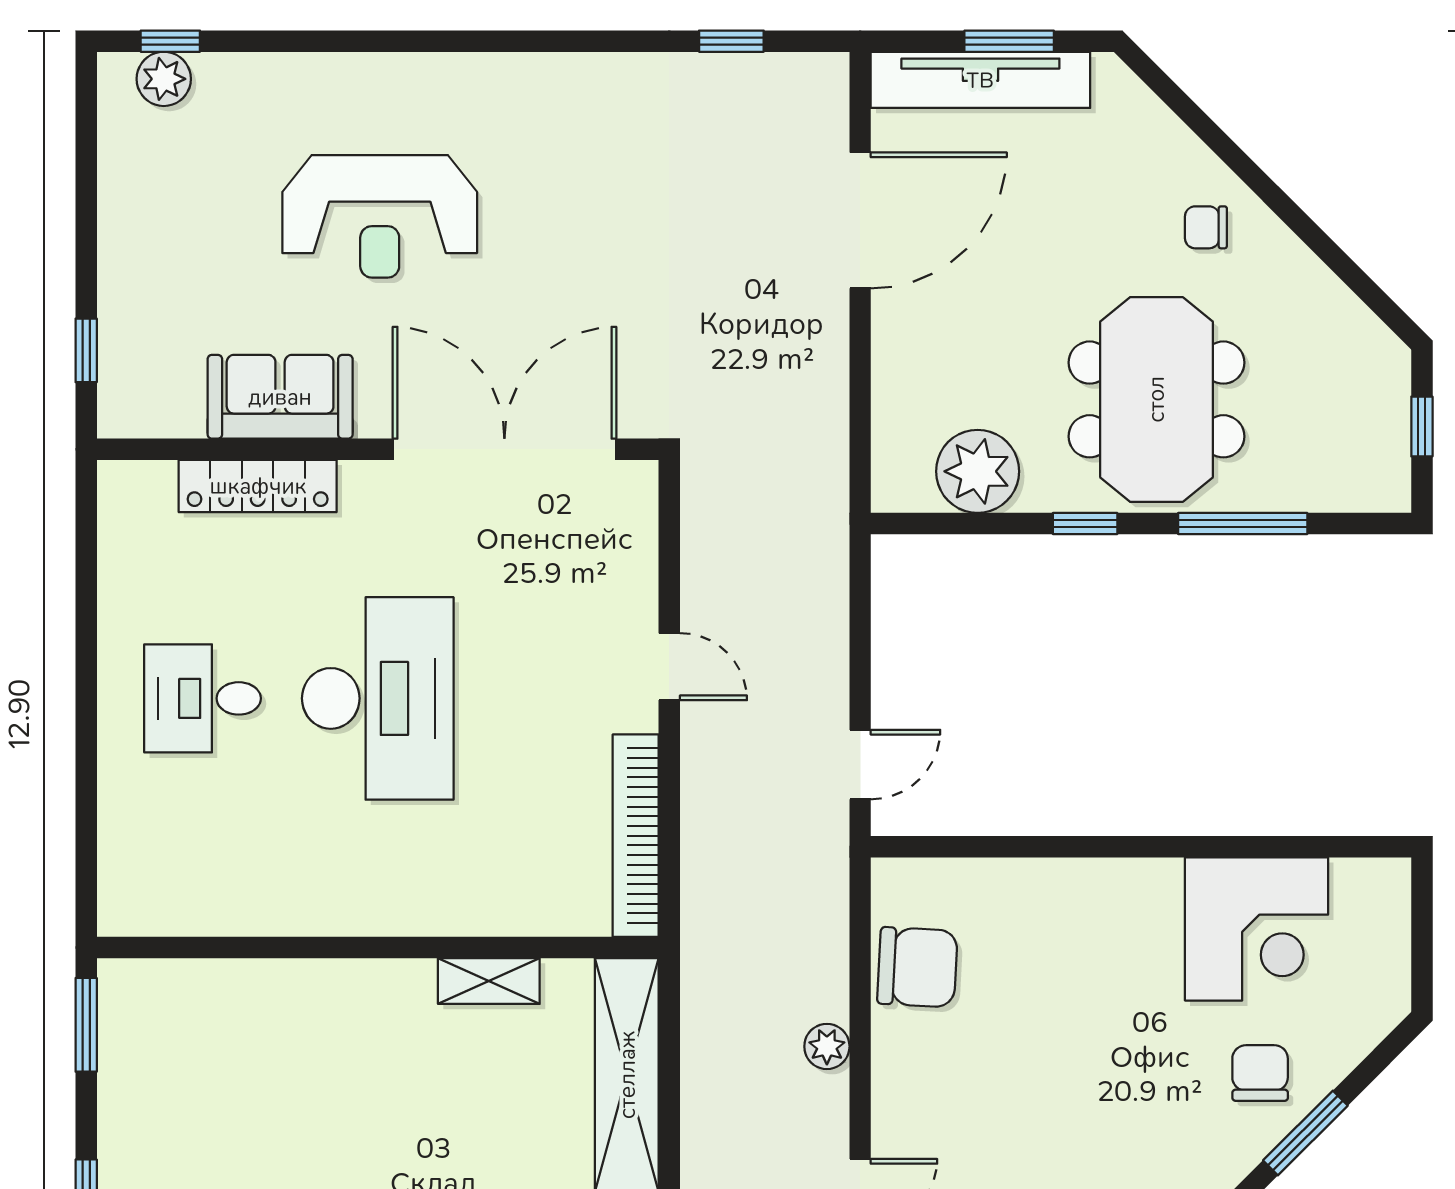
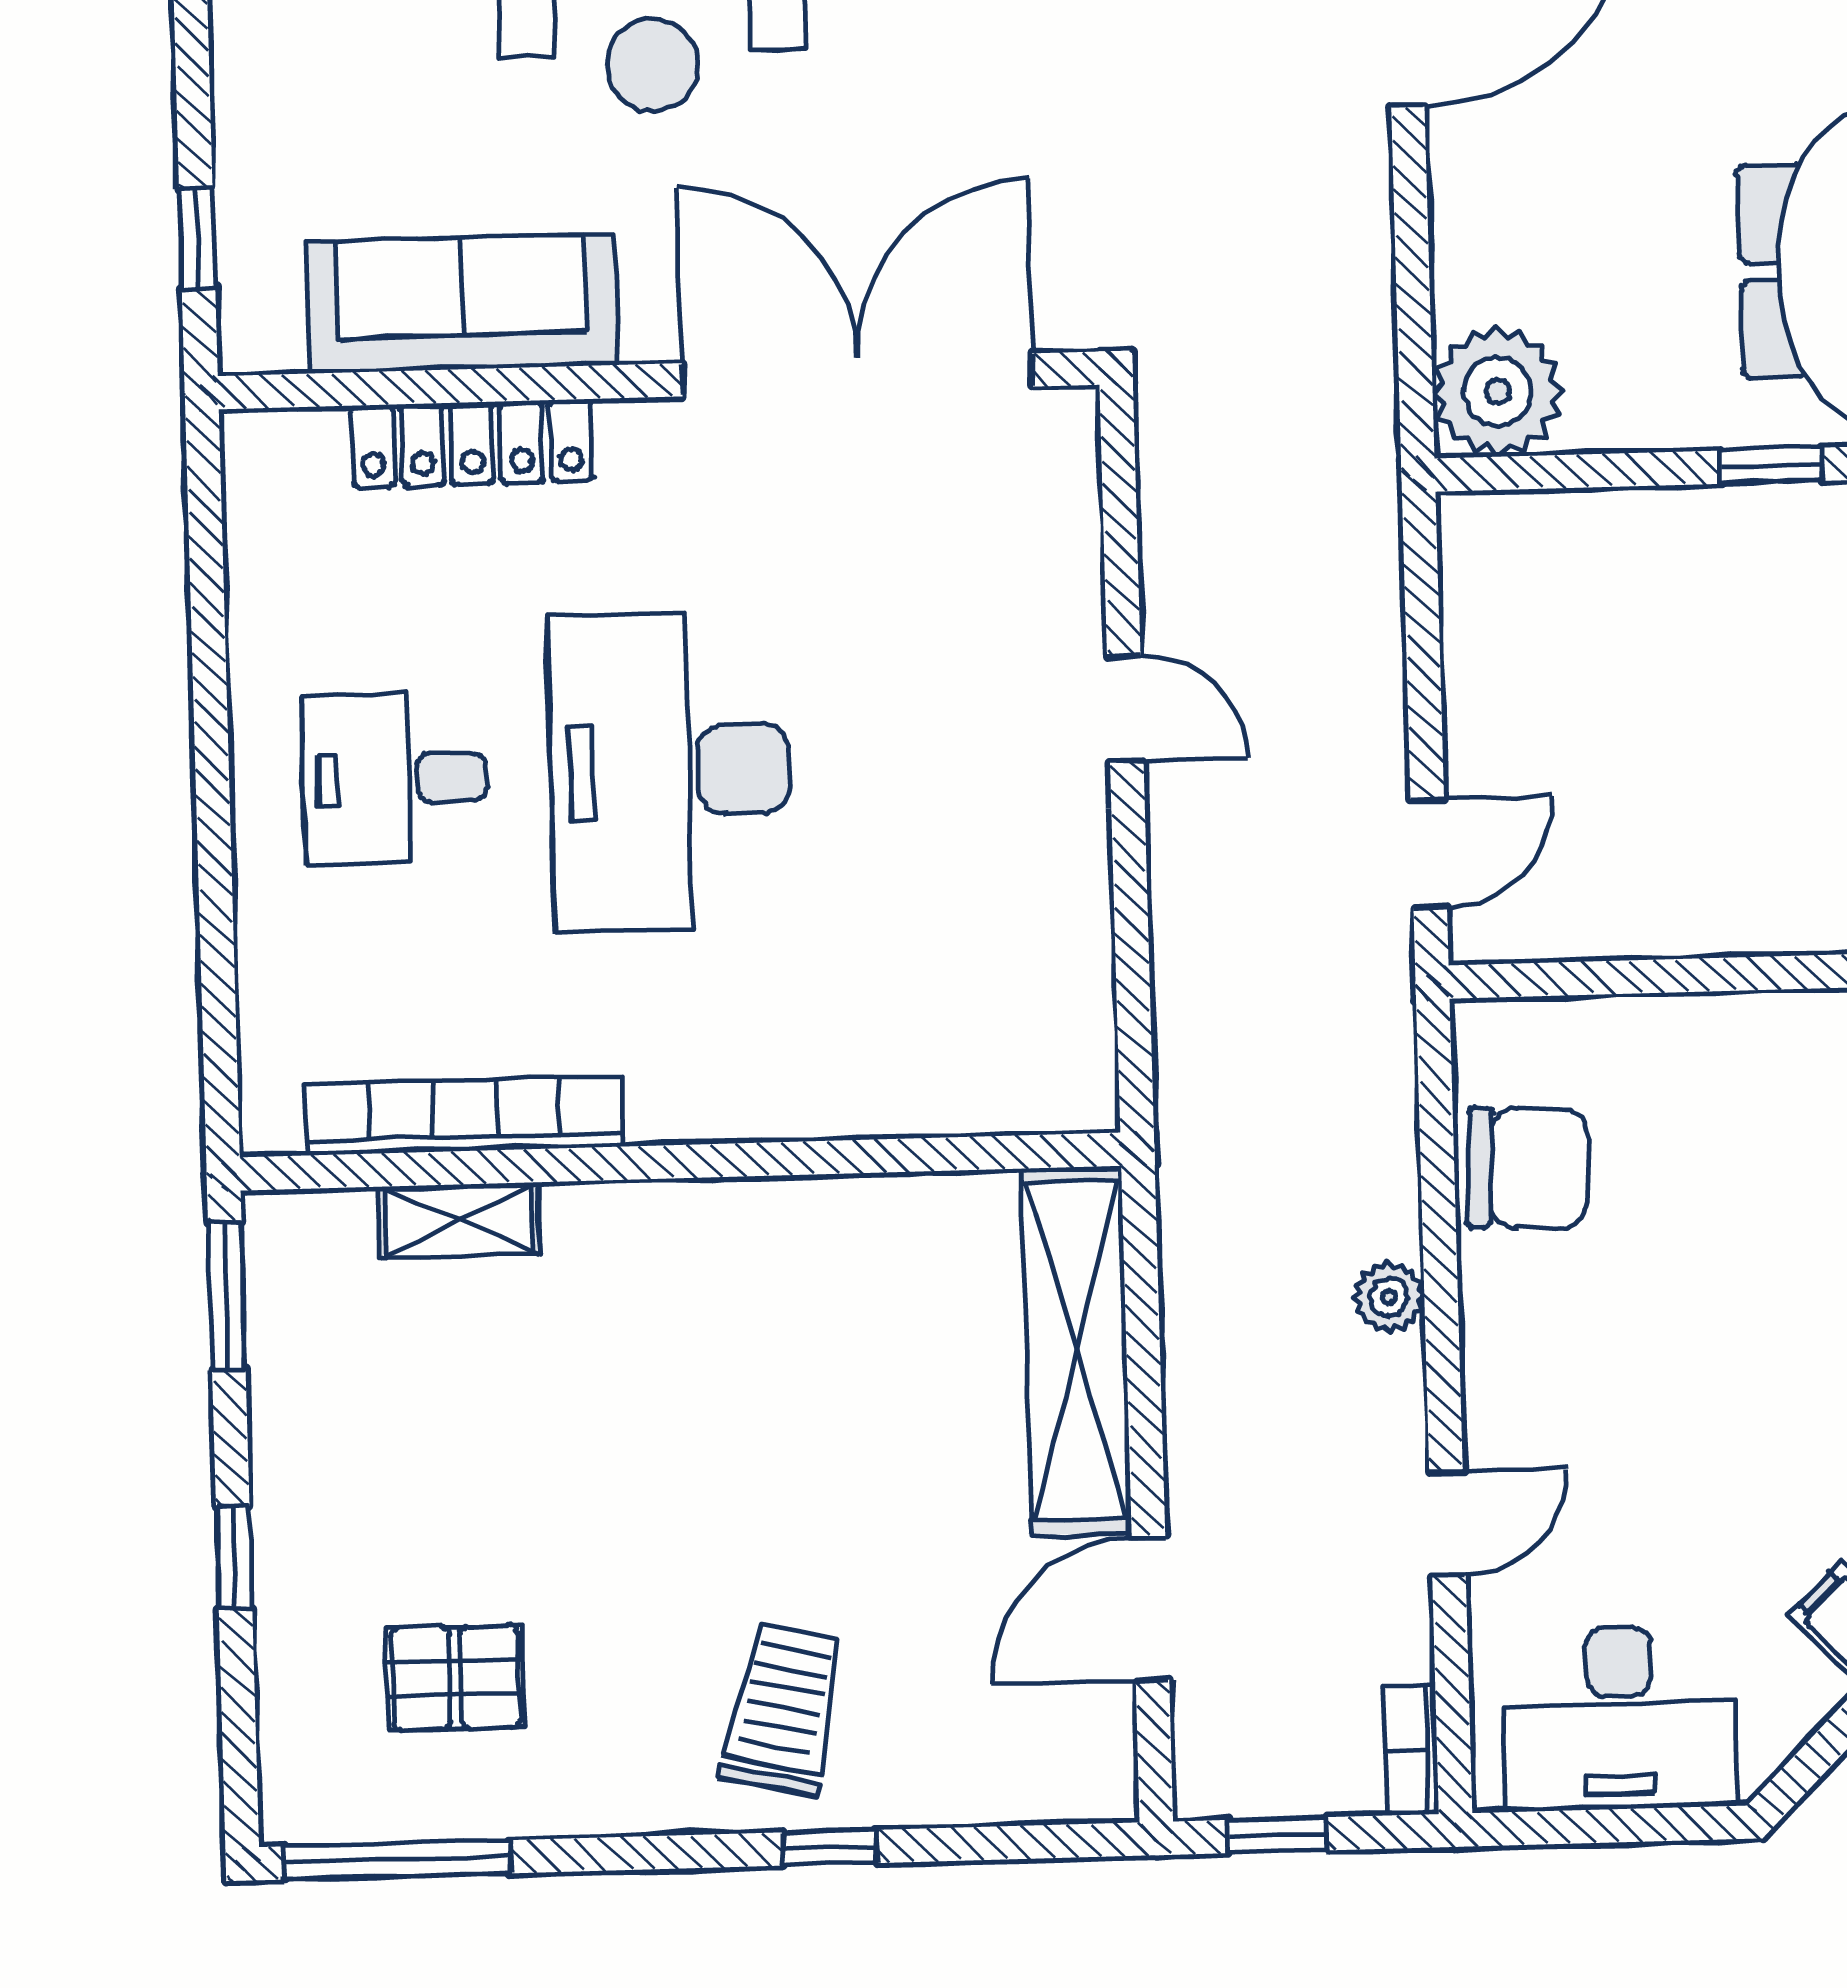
sofa: (280, 397) -> (462, 303), width x1.36
plant: (978, 471) -> (1498, 392), moved
desk: (378, 698) -> (670, 771), turned 180
bookcase: (636, 836) -> (465, 1115), moved, turned 90
shelving: (489, 981) -> (459, 1220), moved

